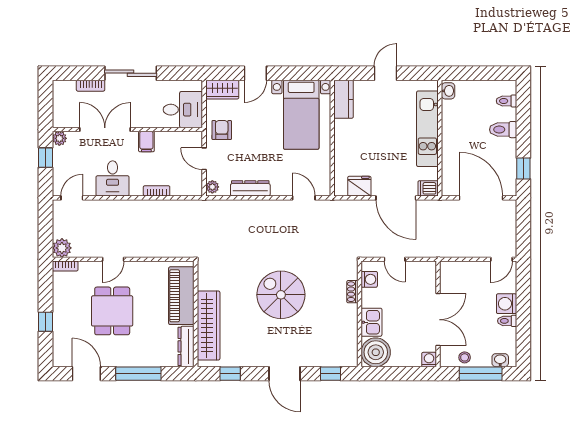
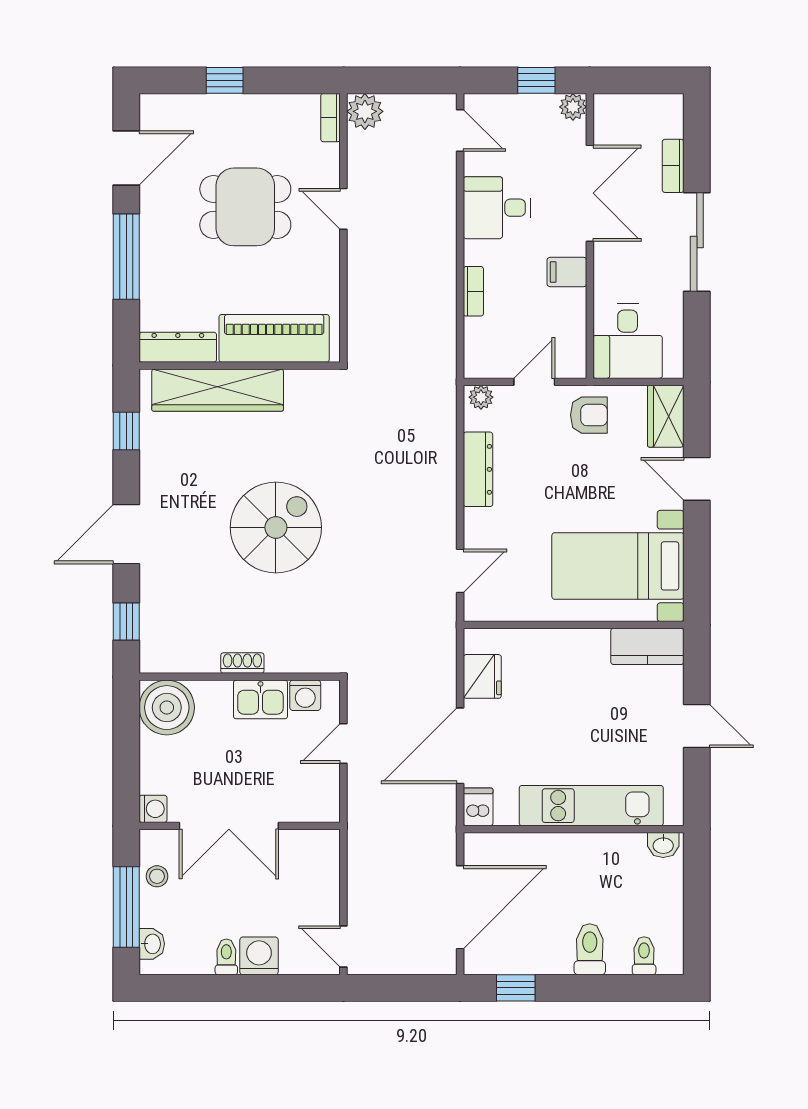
shoe rack: (352, 292) -> (242, 663), moved
kitchen sink: (371, 322) -> (260, 699), moved

